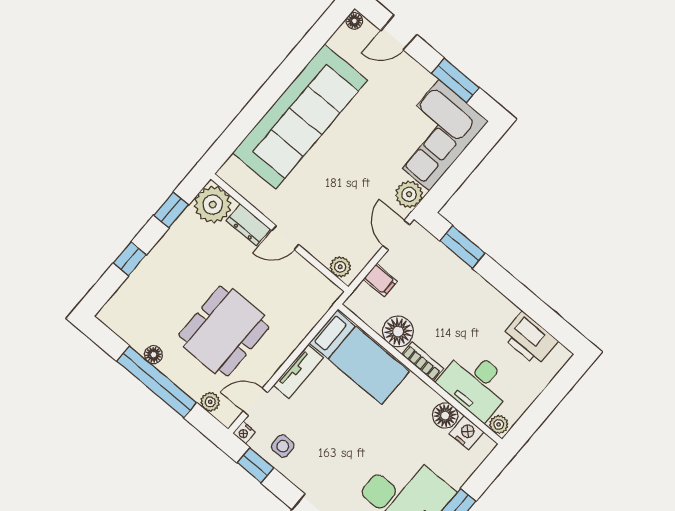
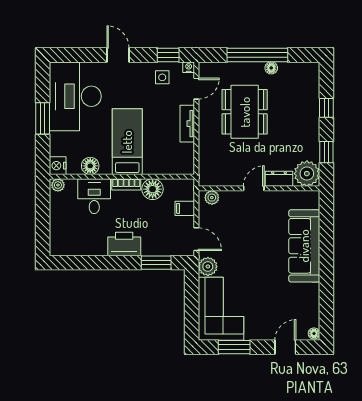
sofa: (300, 117) -> (304, 246), width x0.74, depth x0.79
printer: (530, 339) -> (124, 244), moved
bed: (359, 357) -> (127, 142), moved, turned 90
desk: (476, 384) -> (94, 196), width x0.73
plant: (210, 402) -> (220, 68), removed
nightstand: (467, 433) -> (58, 166), moved, turned 90

